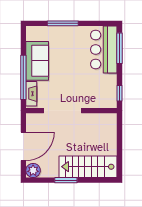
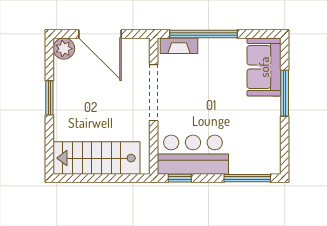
bar counter: (104, 50) -> (193, 155), moved
sofa: (37, 61) -> (264, 67), moved, turned 90
stairs: (88, 167) -> (96, 158), moved, turned -90

